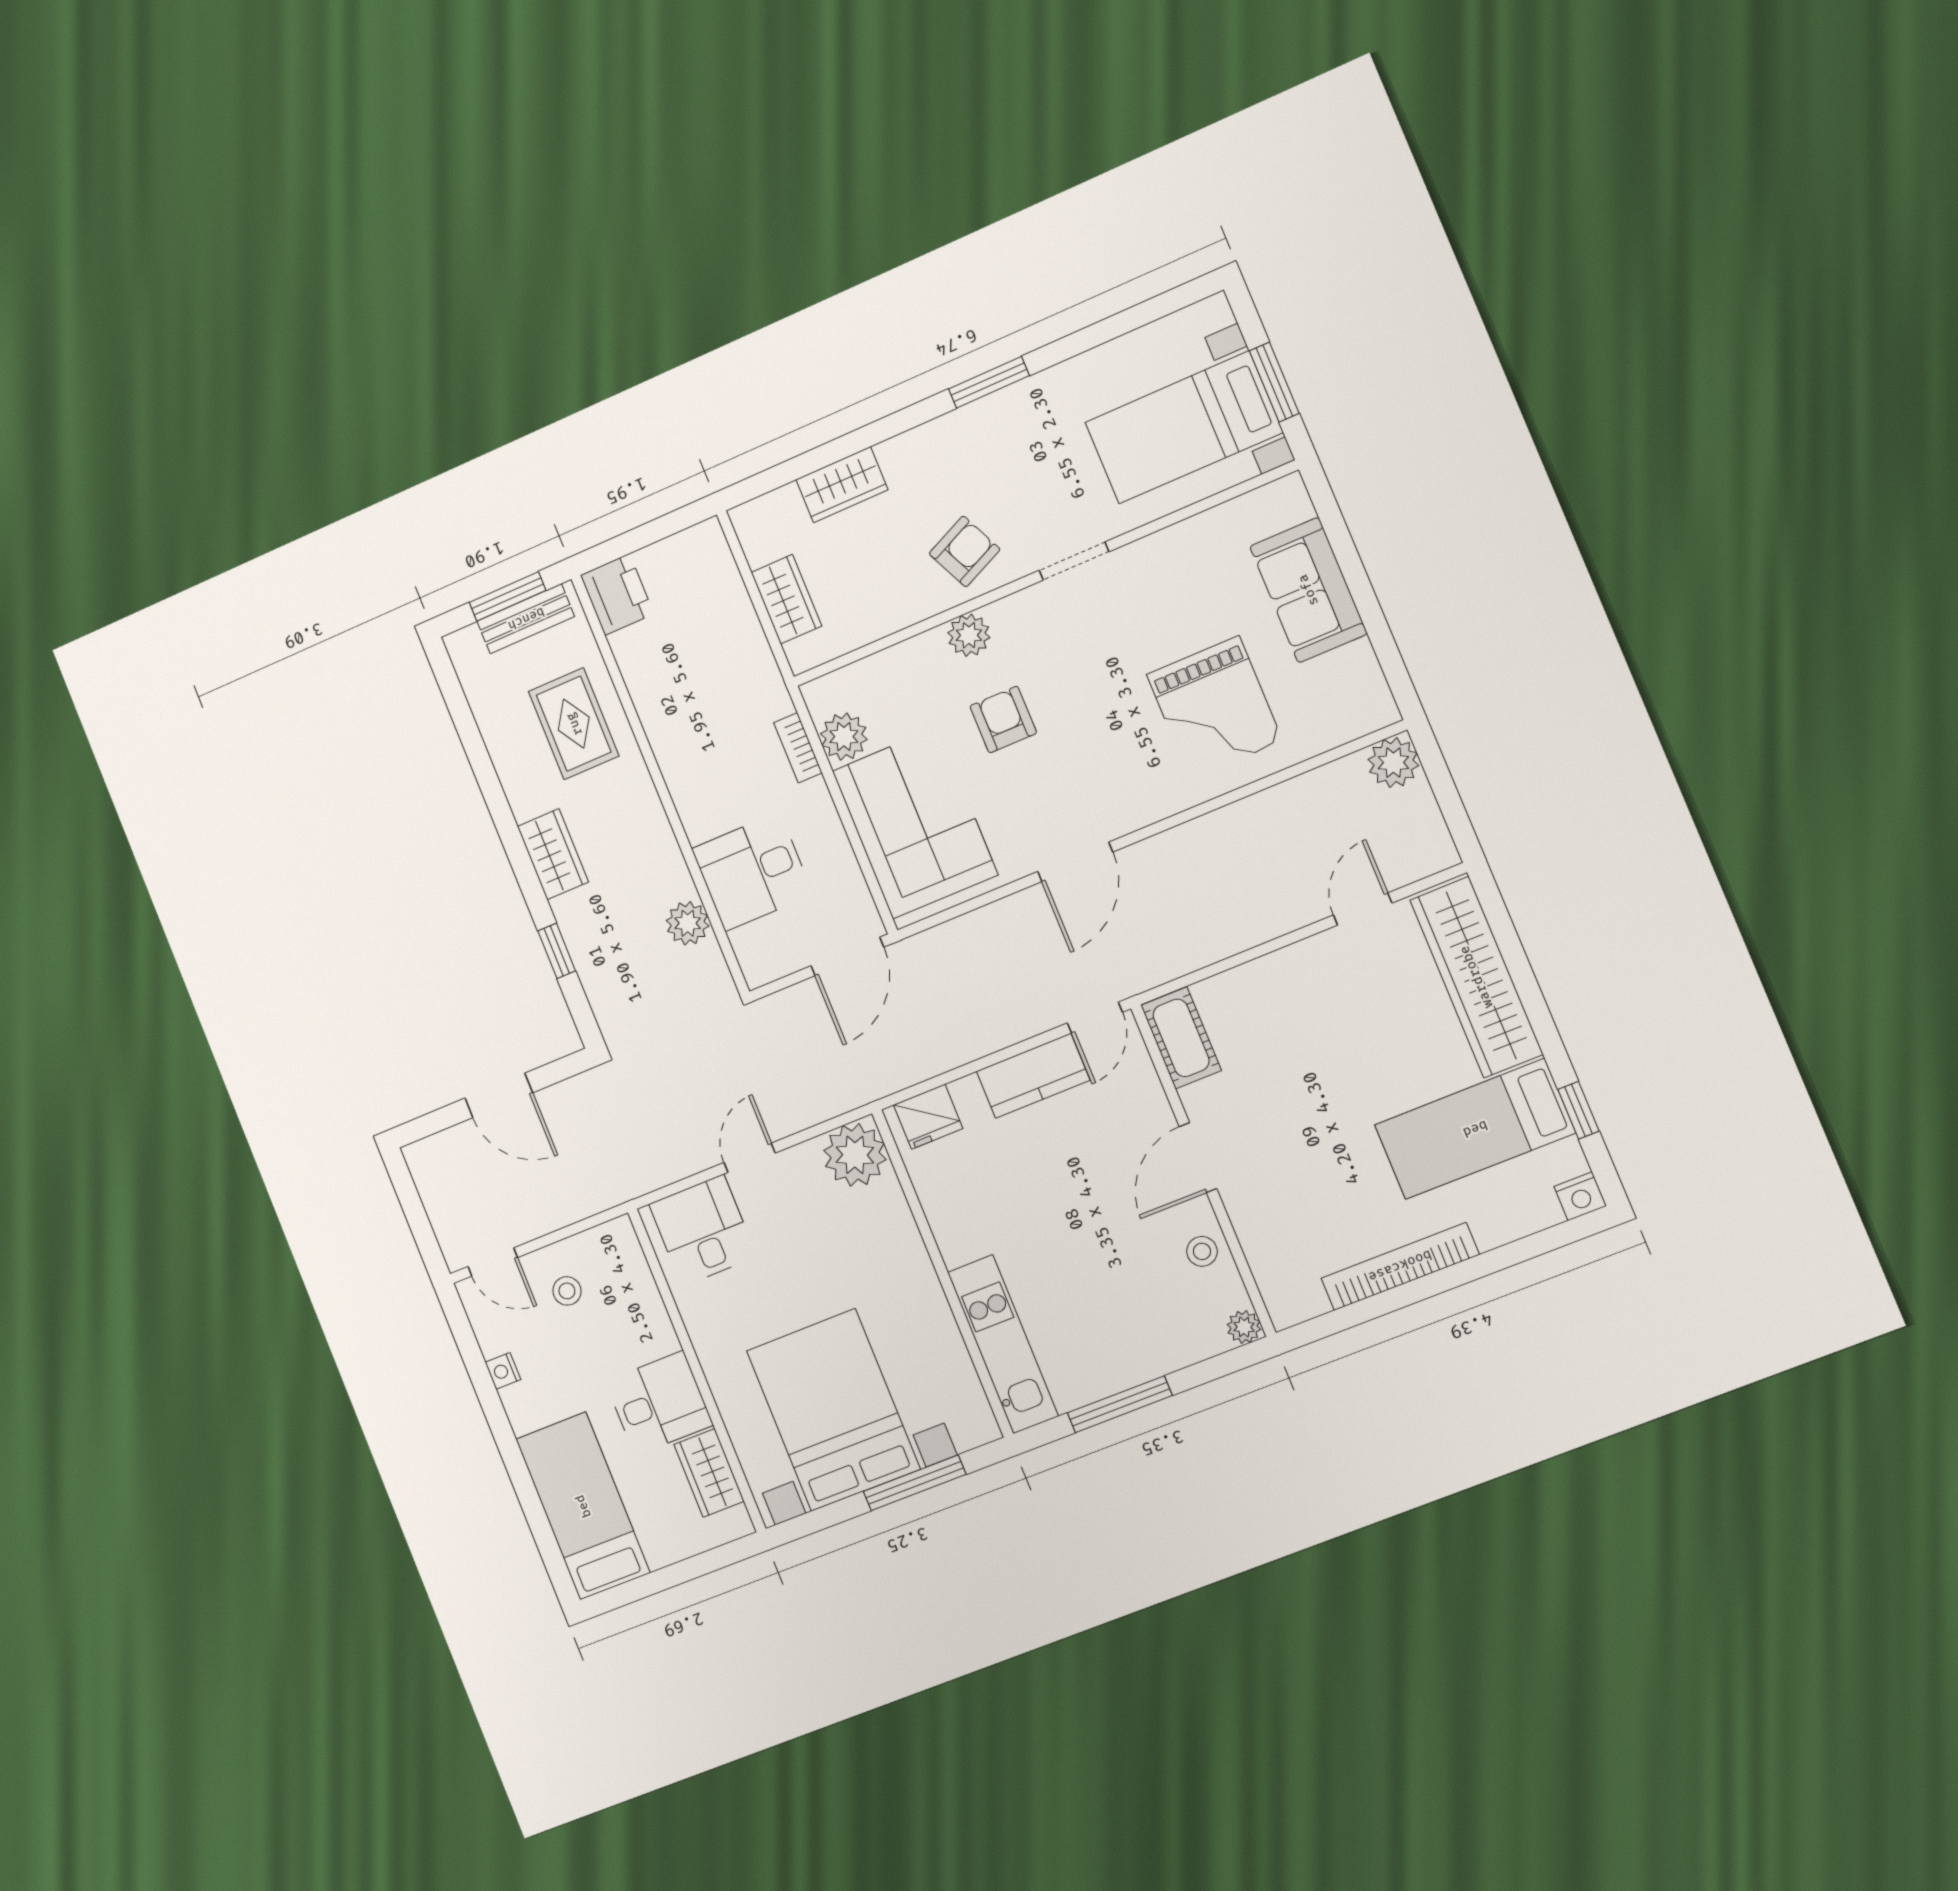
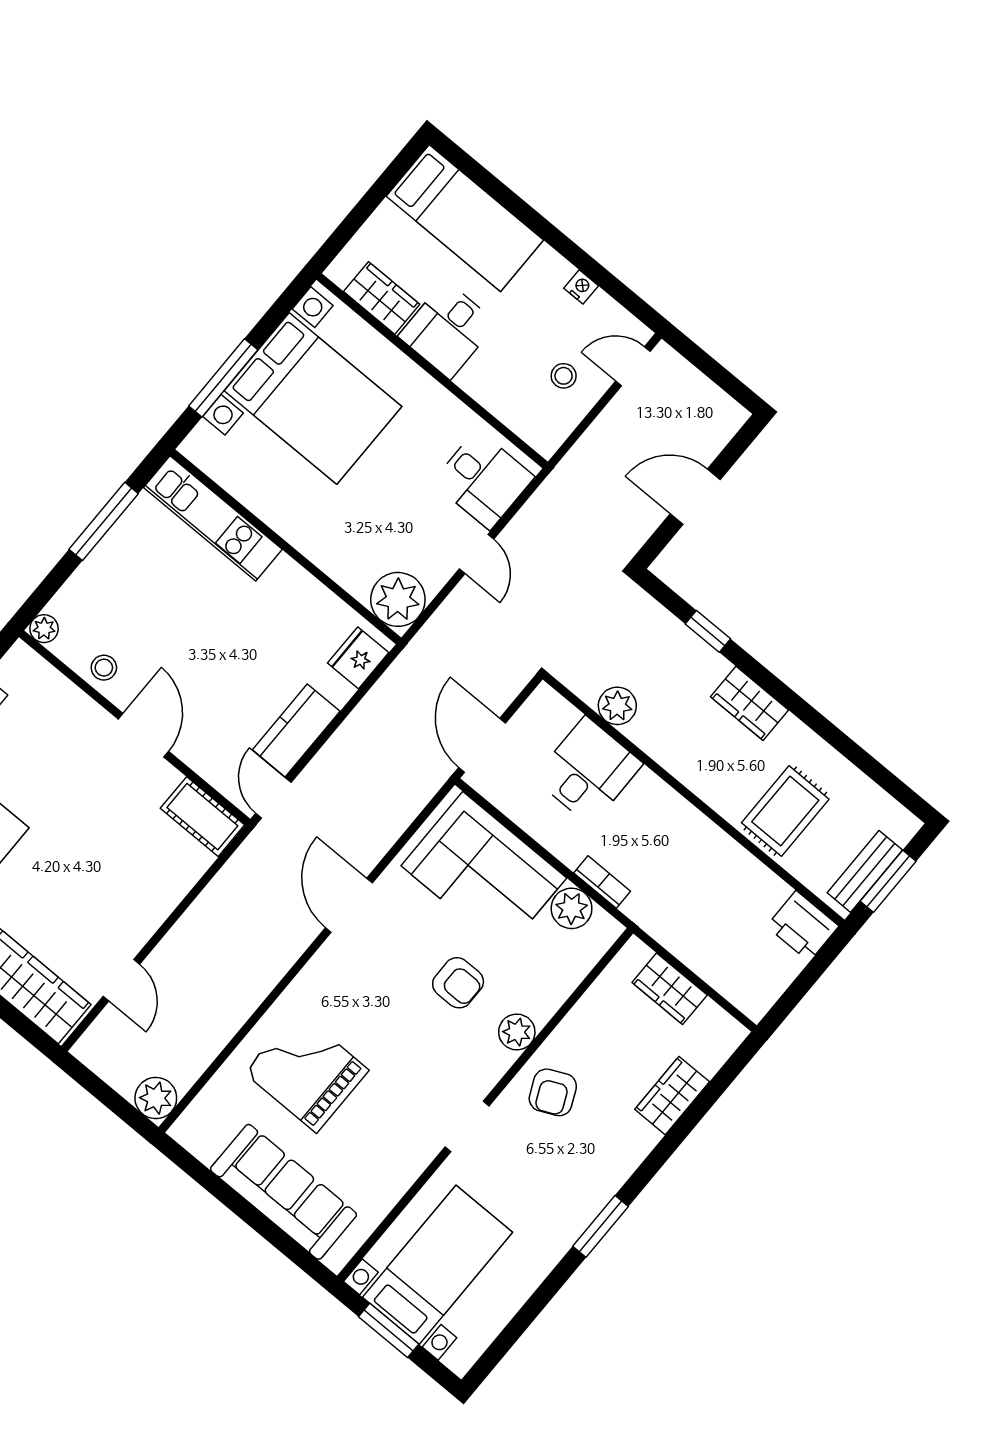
sofa: (1308, 590) -> (284, 1192), width x1.36
rug: (574, 724) -> (785, 811), turned 90

